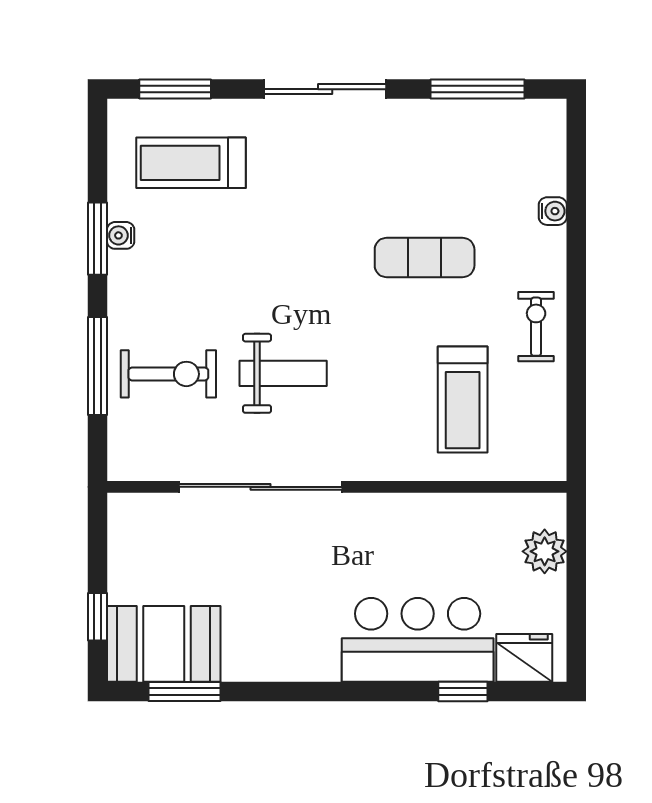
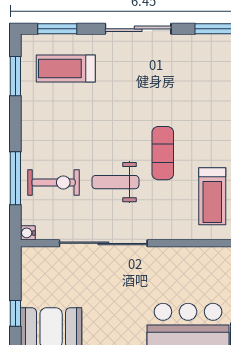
water cooler: (121, 235) -> (28, 233), moved
window: (97, 239) -> (15, 76), moved
exercise mat: (425, 258) -> (163, 153), moved, turned 90
weight bench: (283, 373) -> (115, 182), turned 180

